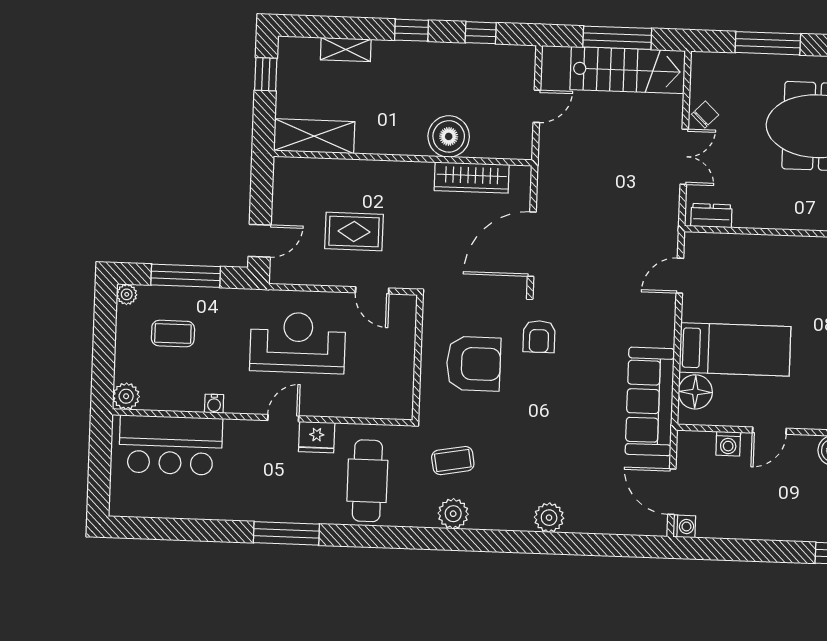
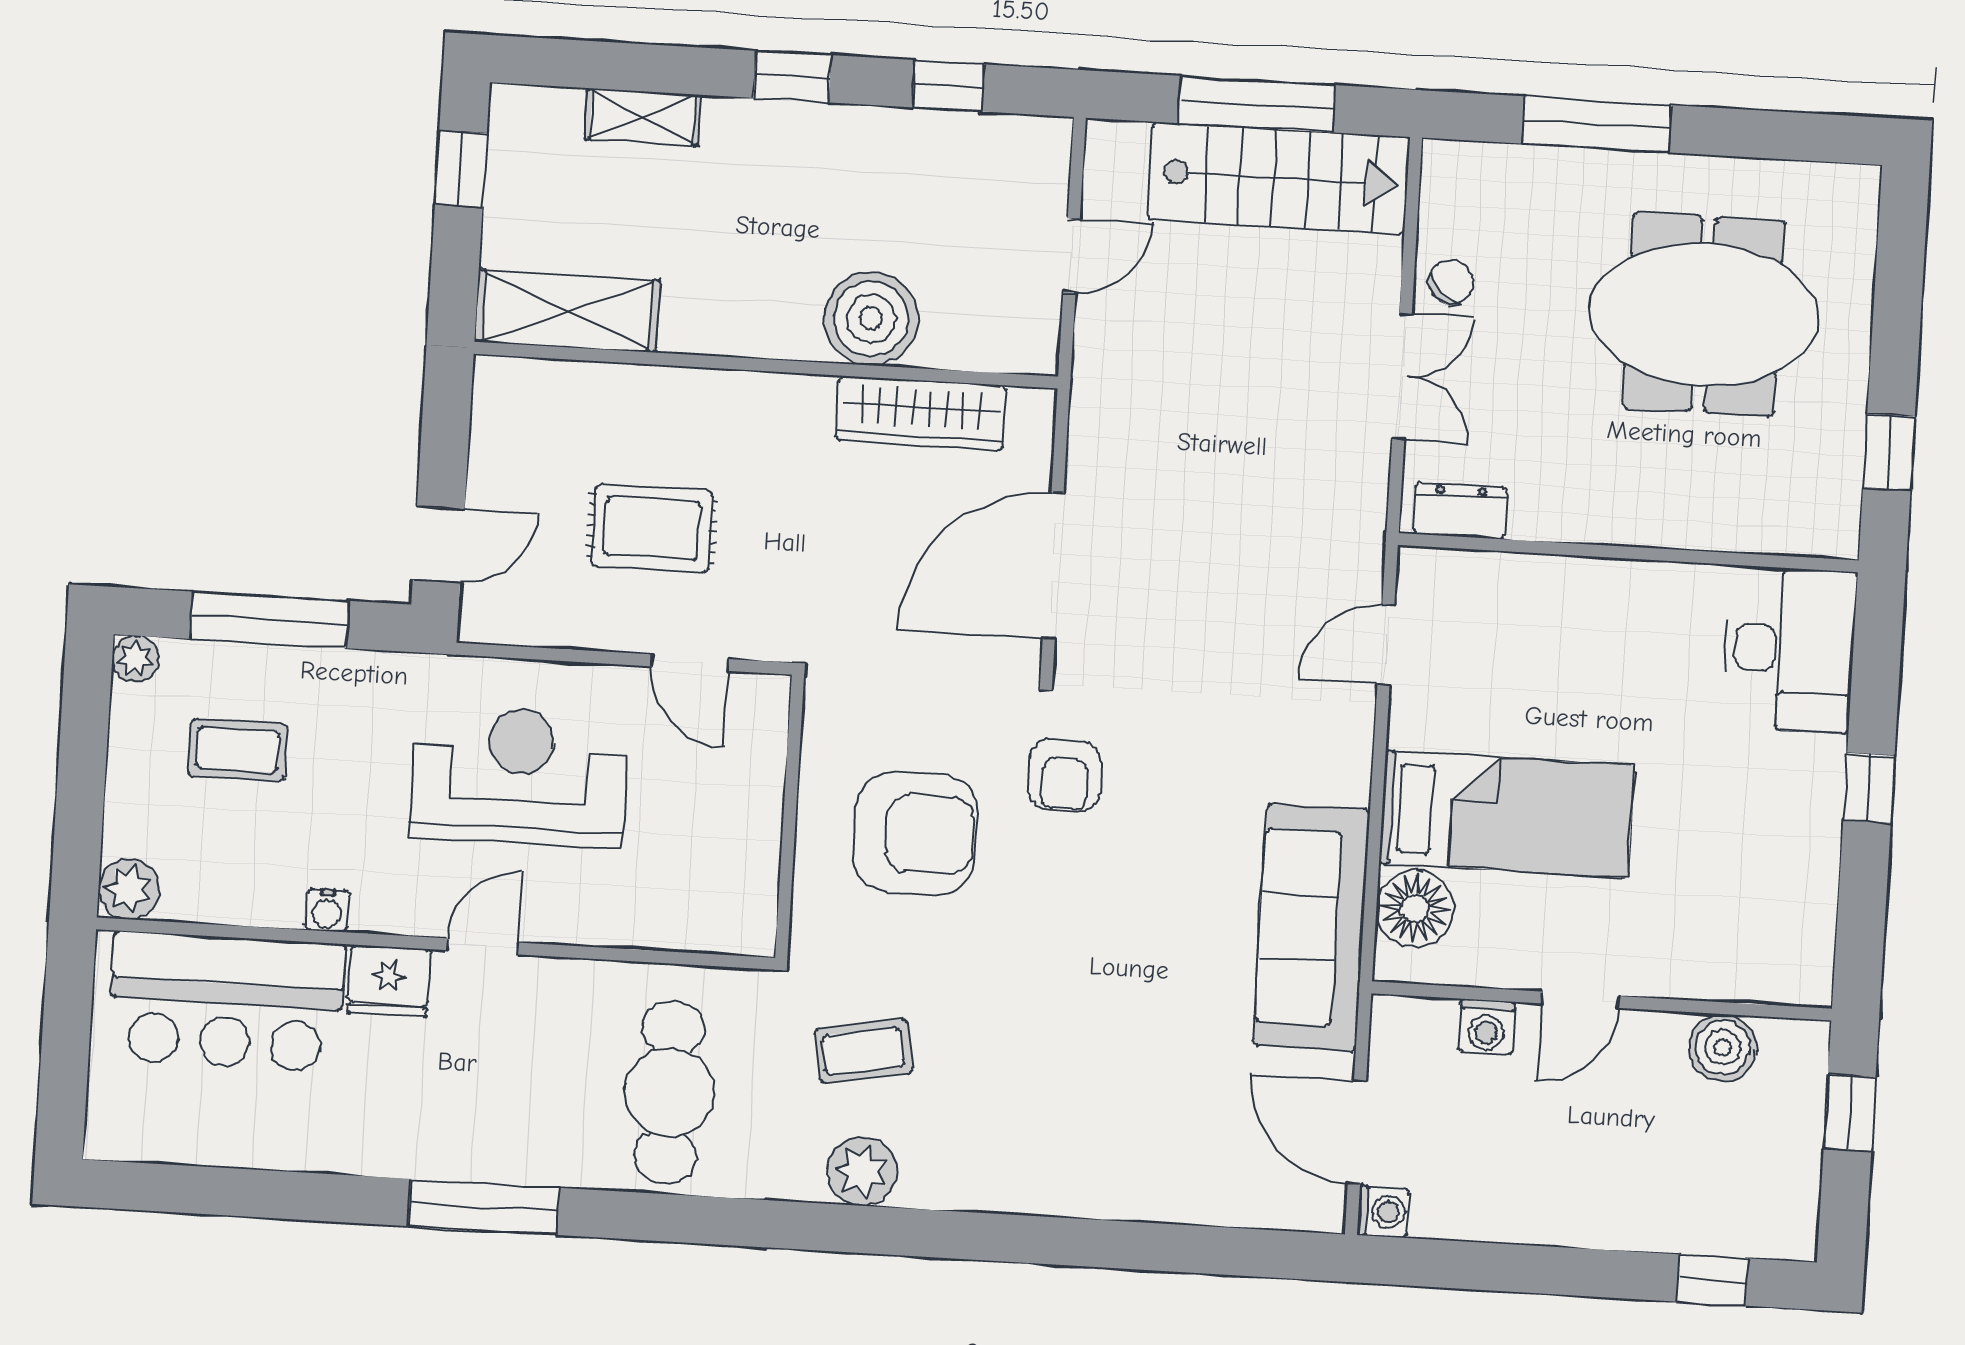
fridge: (317, 437) -> (389, 981), moved
plant: (549, 518) -> (1078, 1185), removed

